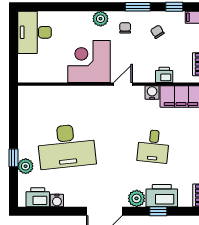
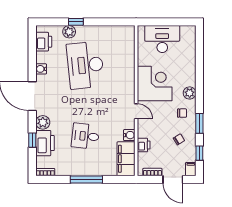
desk: (35, 32) -> (162, 39), moved
water cooler: (57, 200) -> (41, 69), moved

